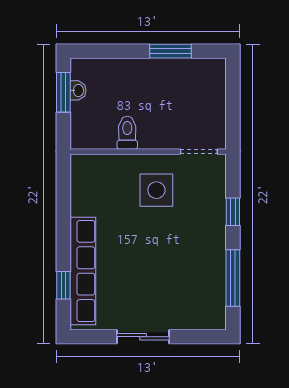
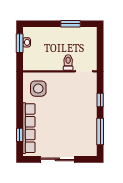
toilet: (127, 133) -> (68, 62), moved
side table: (156, 190) -> (38, 89), moved
sliding door: (143, 337) -> (57, 159), width x1.37

